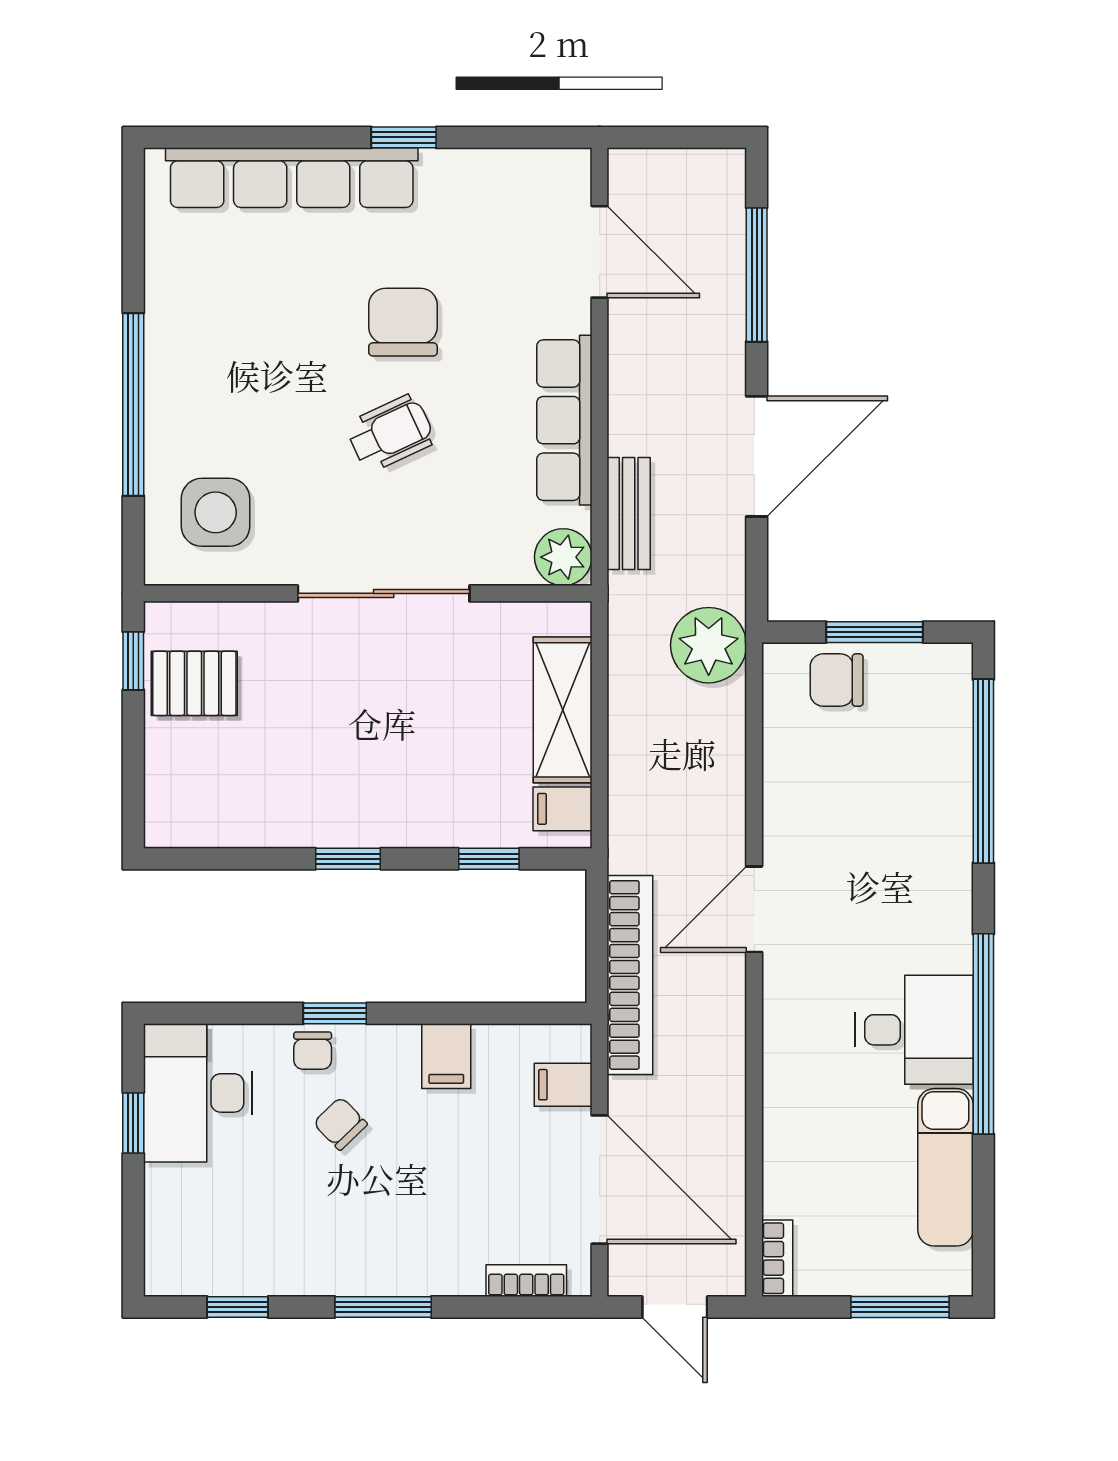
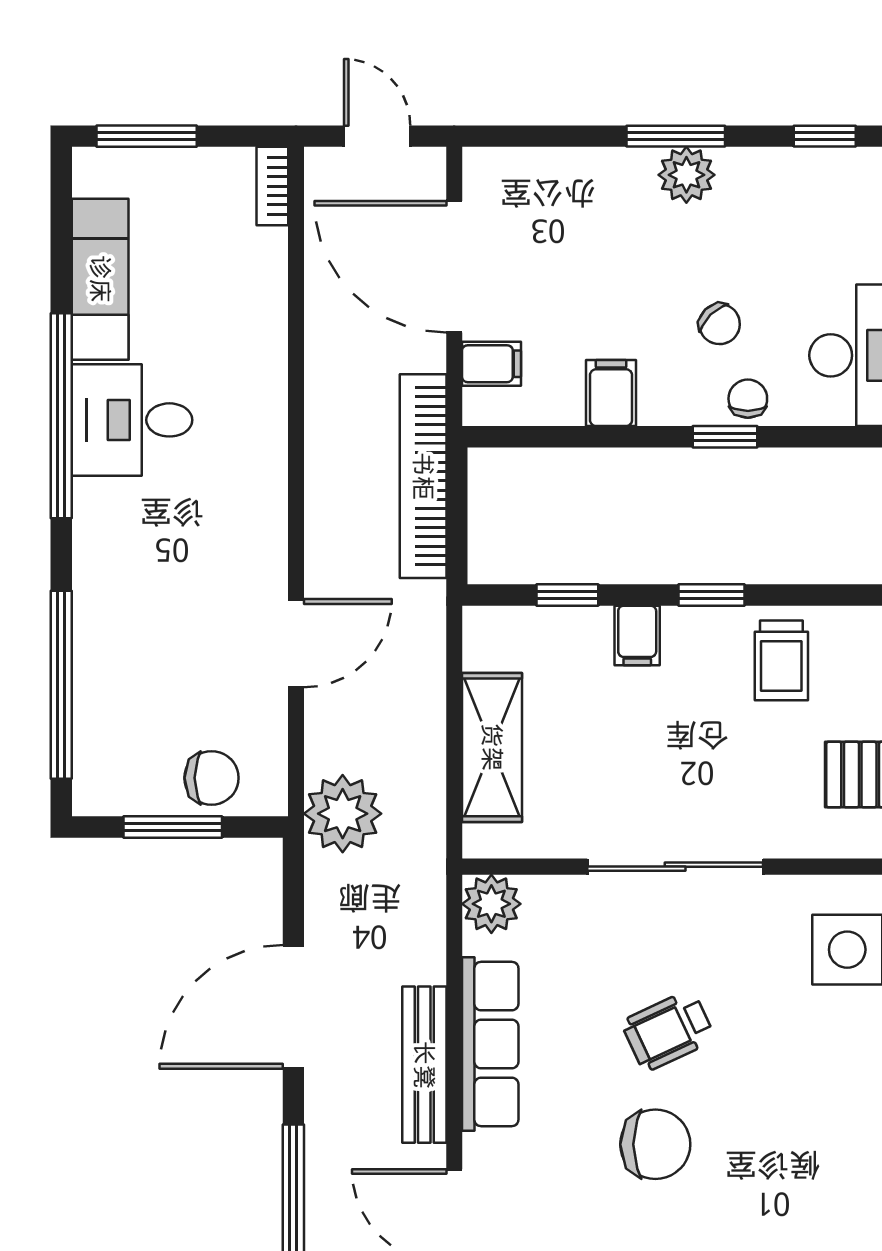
chair: (403, 322) -> (655, 1144), turned -90
bench: (629, 513) -> (424, 1065), moved, width x1.36
trolley: (280, 795) -> (781, 660), added
filing cabinet: (563, 809) -> (637, 636), moved, turned 90
door: (754, 909) -> (296, 643), moved
plant: (373, 1269) -> (686, 175), added
bookcase: (526, 1281) -> (529, 163), removed

